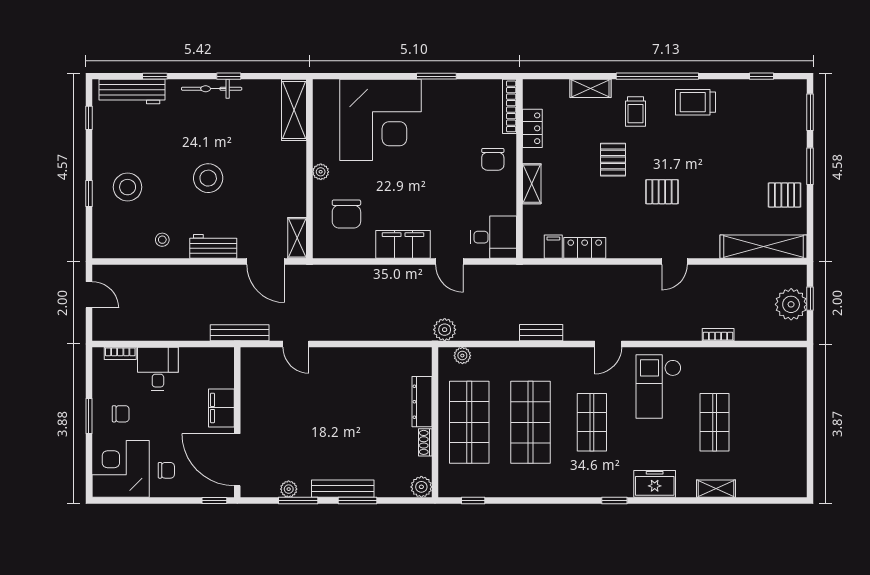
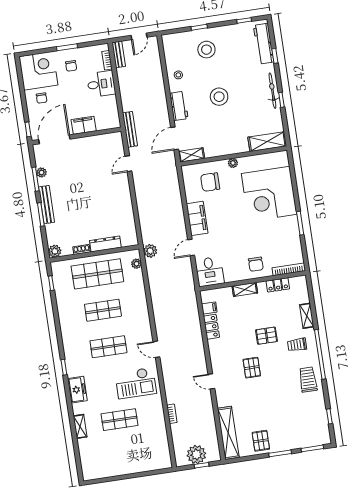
chair: (493, 159) -> (256, 264), turned -90
bench: (541, 333) -> (119, 54), moved
checkout: (658, 386) -> (136, 383), turned 180
shop shelf: (531, 422) -> (103, 310), width x0.70, depth x0.74

